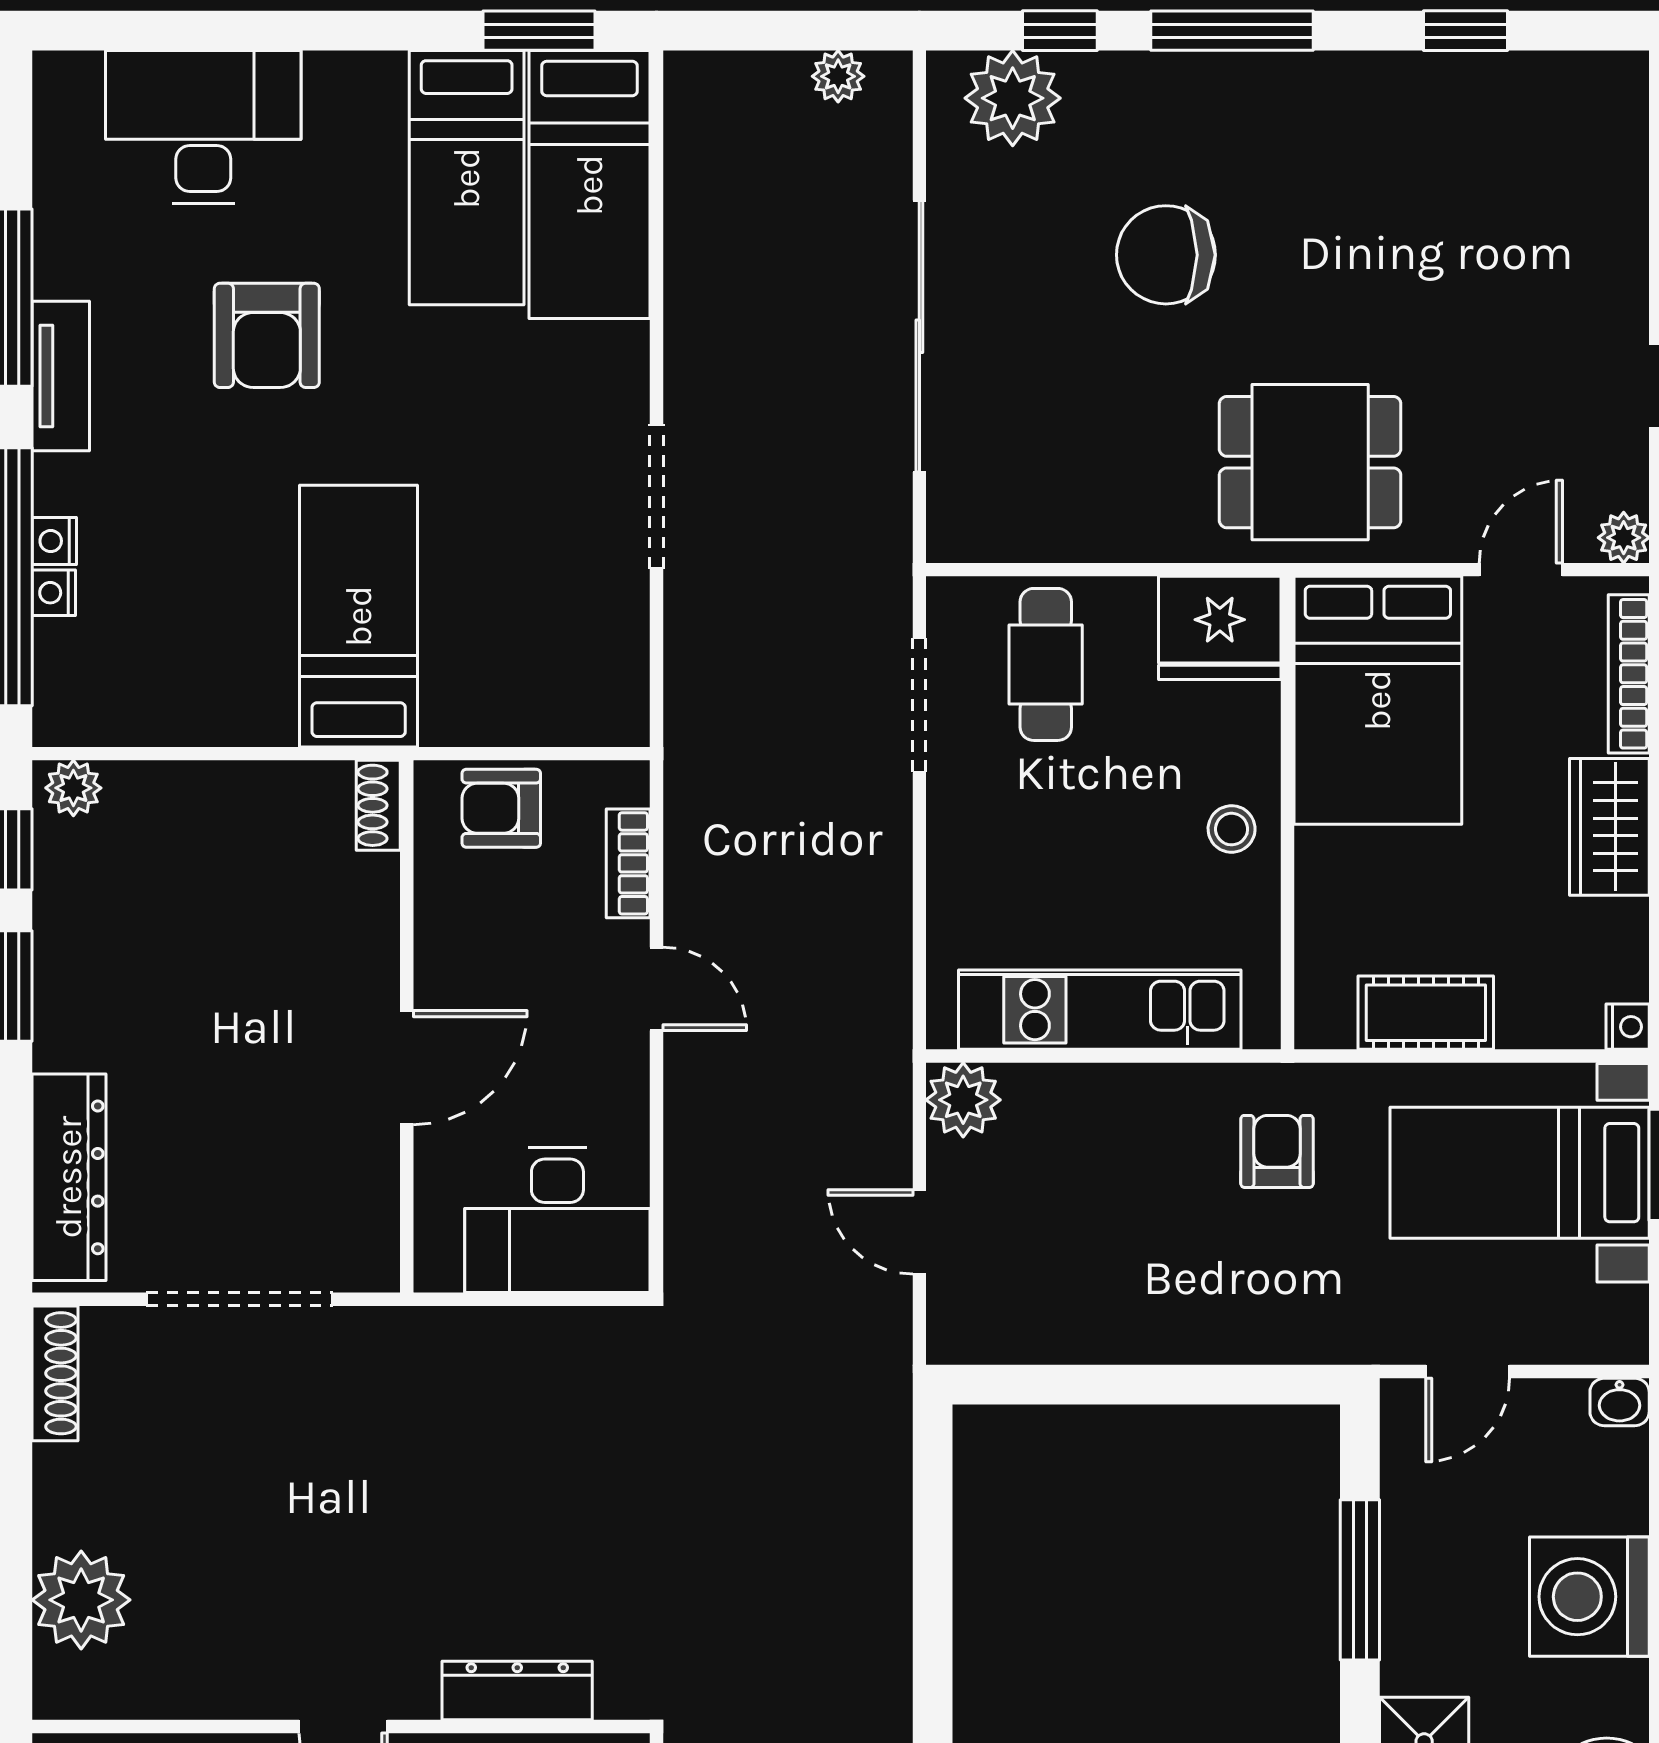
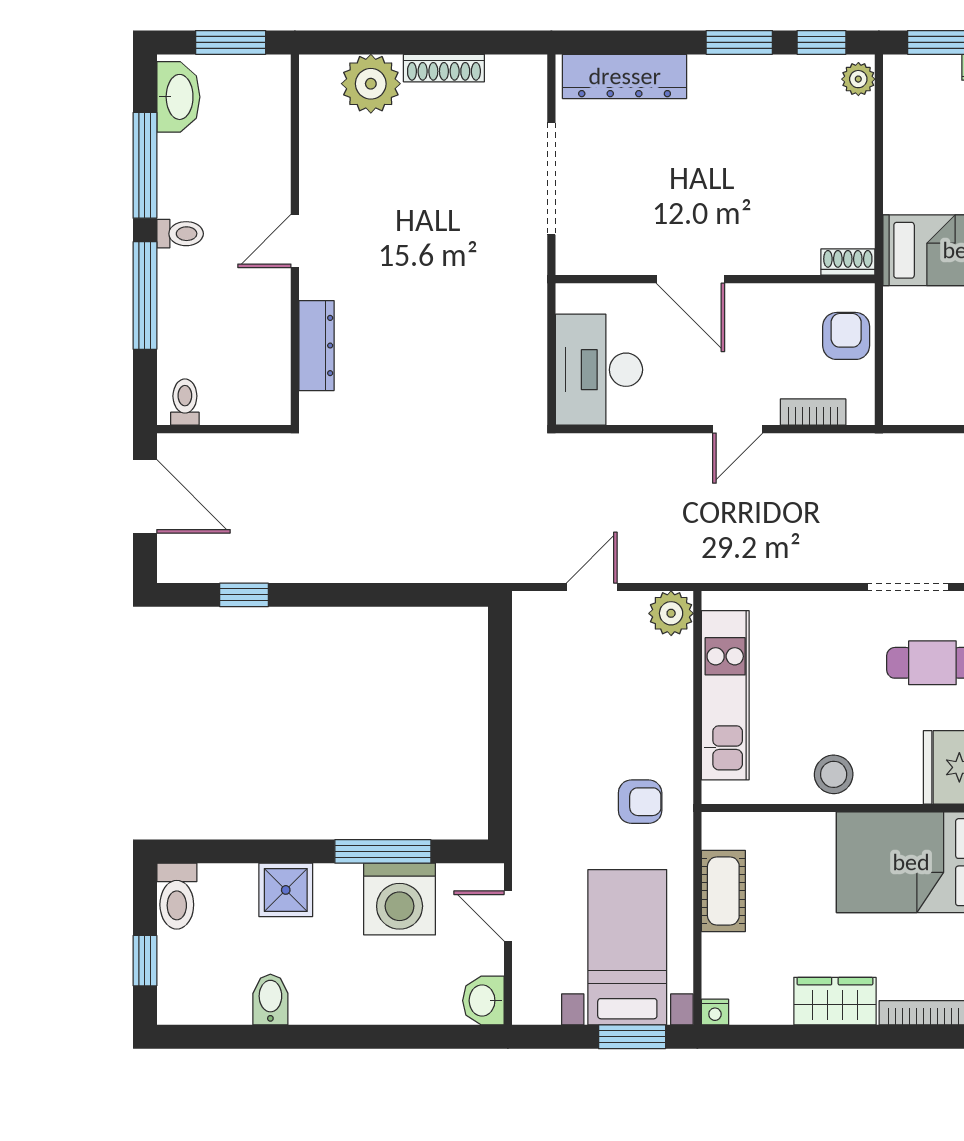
stool: (1232, 829) -> (834, 774), width x1.37, depth x1.37
shoe rack: (55, 1373) -> (444, 68), moved
washbasin: (1620, 1402) -> (483, 1001), width x1.38, depth x1.45
washing machine: (1589, 1597) -> (400, 899), moved, turned 180

